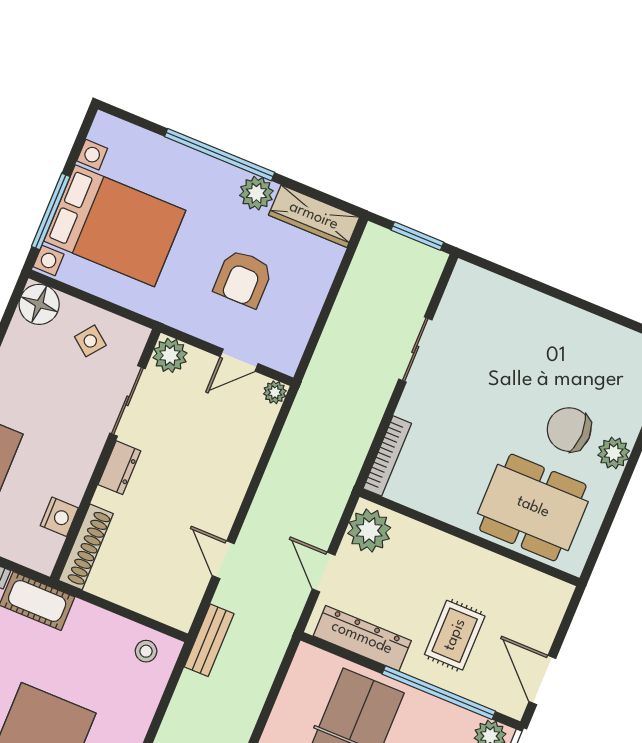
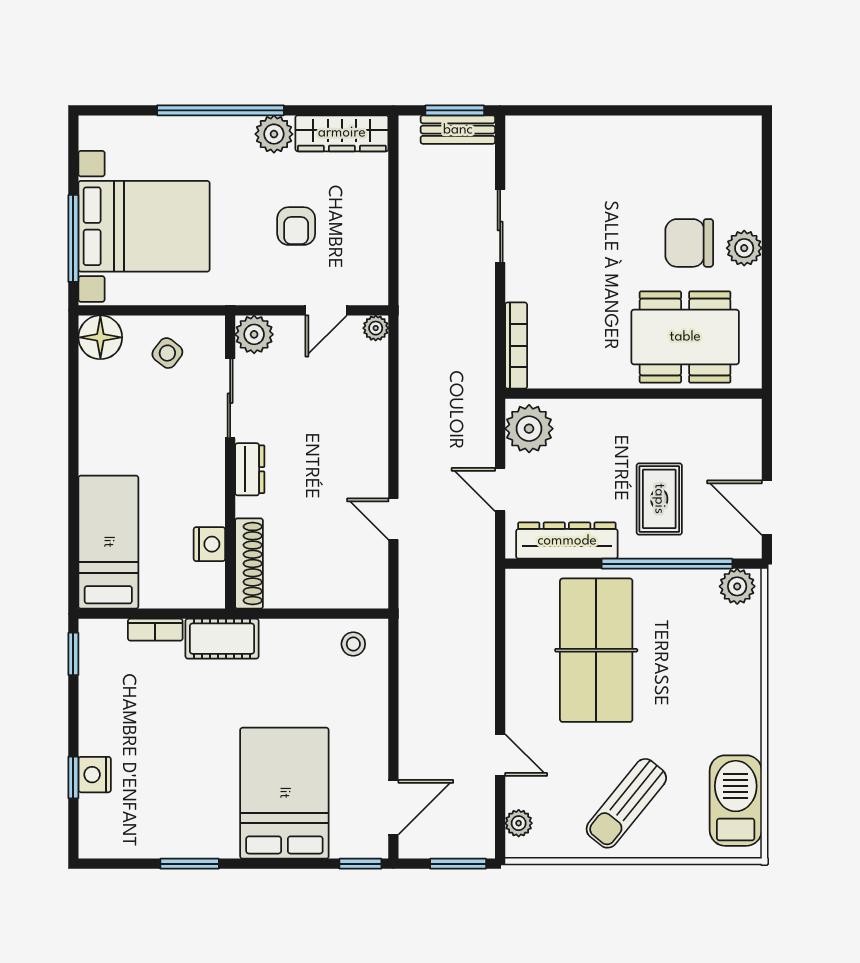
armchair: (243, 279) -> (296, 226), width x0.72, depth x0.72
bench: (209, 640) -> (458, 130), moved, turned 90

